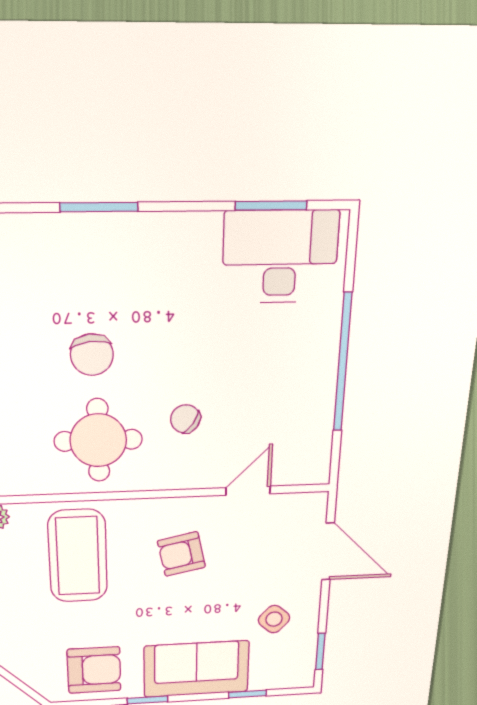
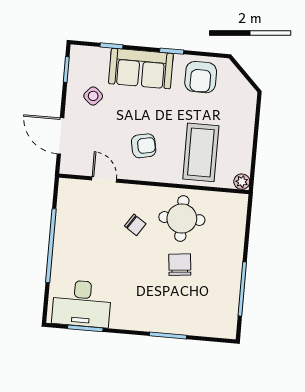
door: (248, 491) -> (104, 180), swing flipped
armchair: (94, 670) -> (201, 77), turned -90

